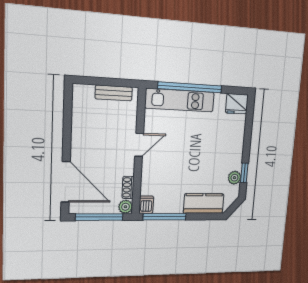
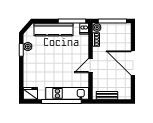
door: (66, 182) -> (133, 63), moved
kitchen counter: (204, 203) -> (54, 30), width x1.50

